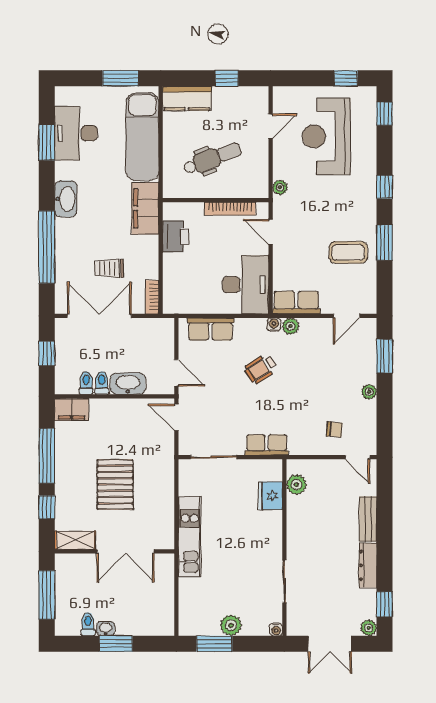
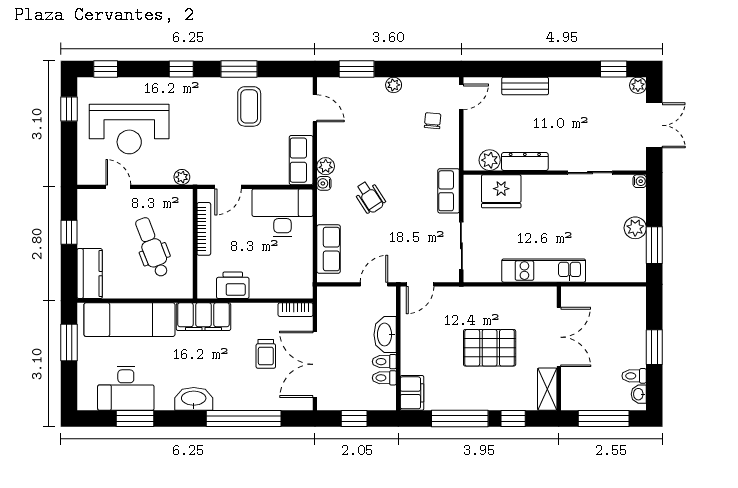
fridge: (270, 496) -> (501, 191), width x1.36, depth x1.34
dresser: (368, 565) -> (525, 161), moved, turned 180
washbasin: (106, 629) -> (639, 394), moved

